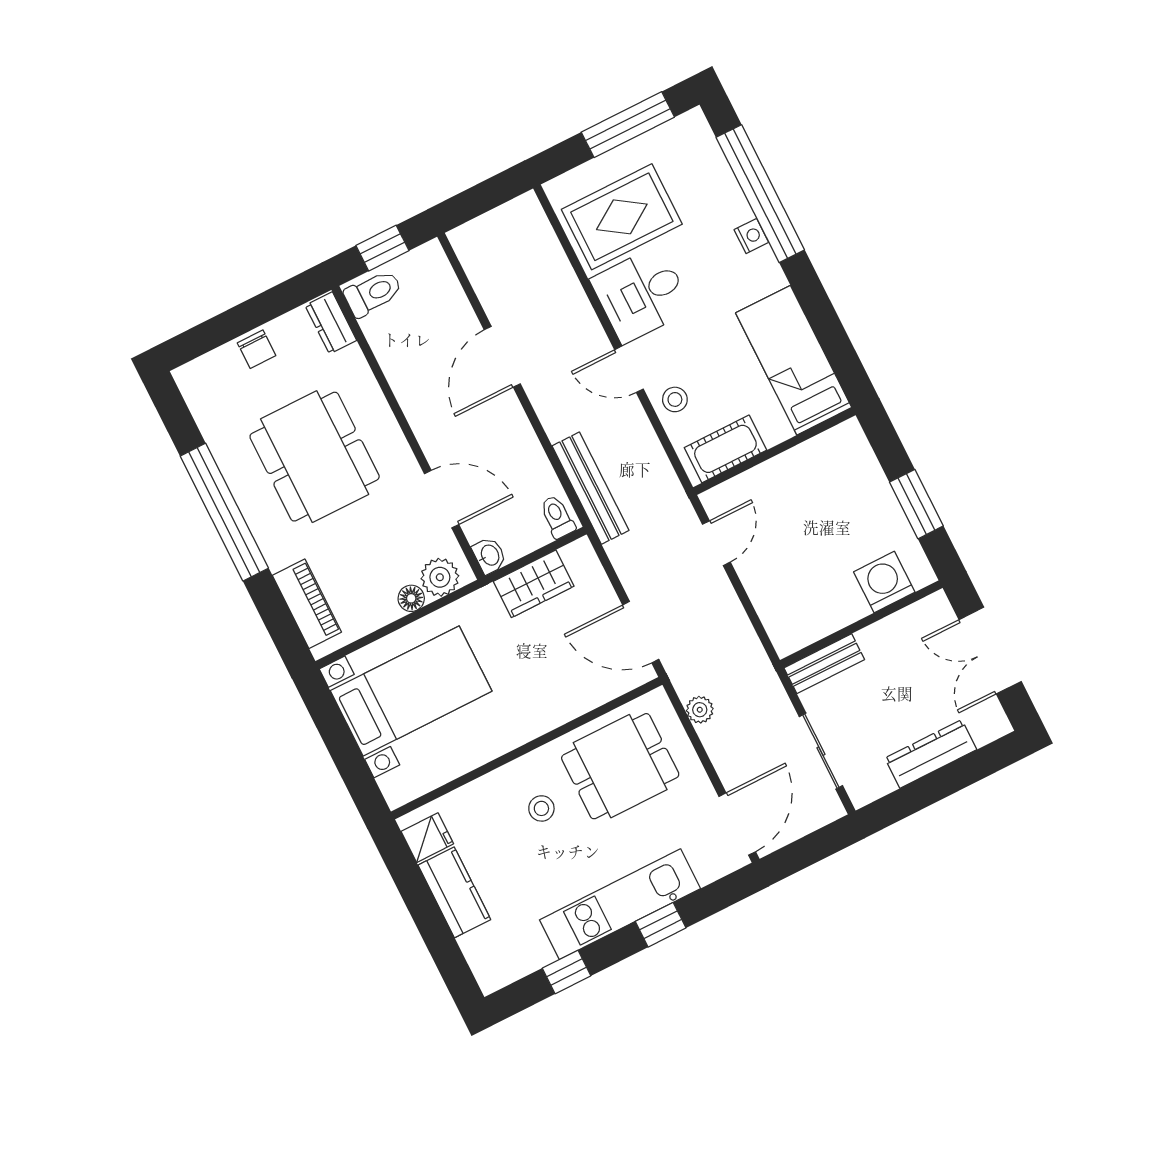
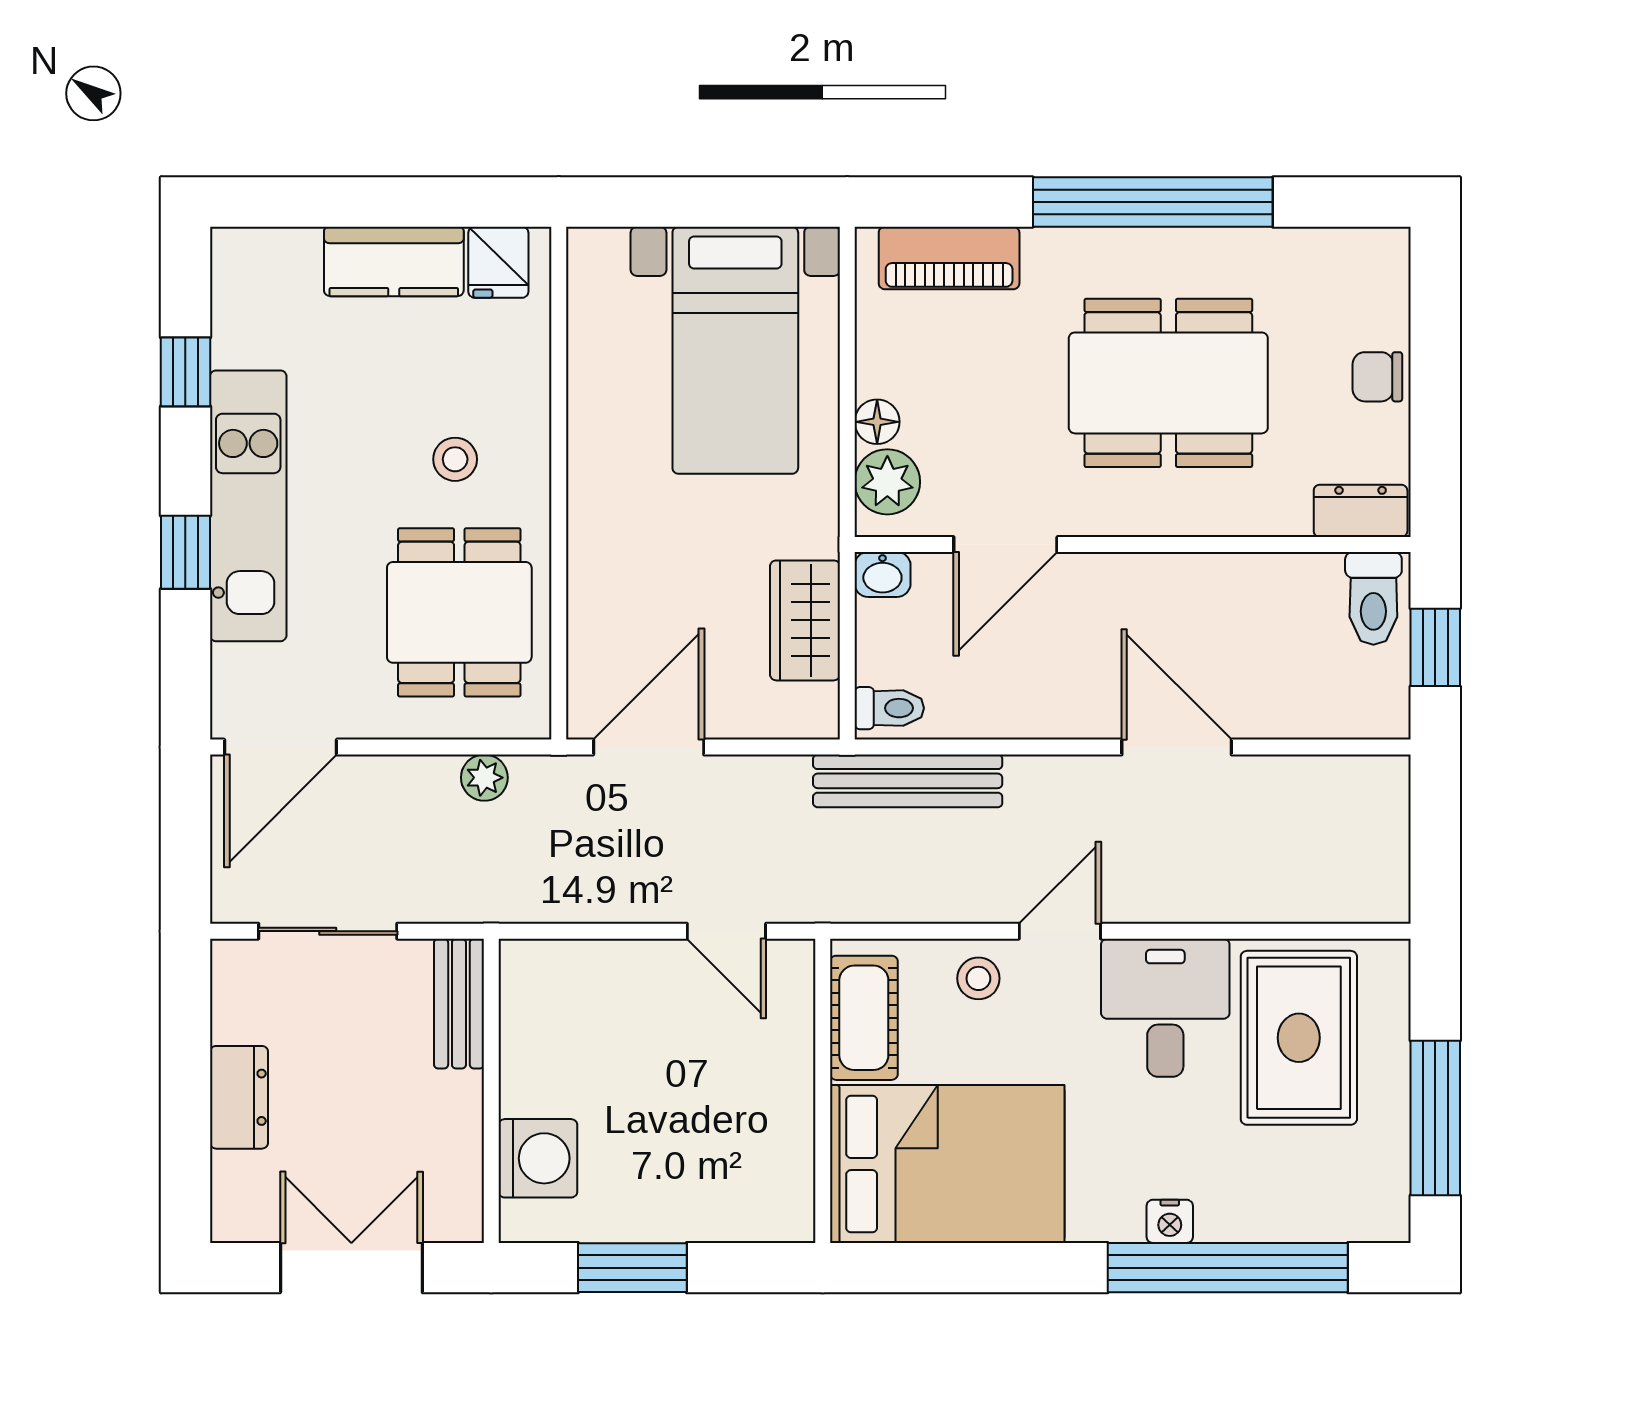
bed: (794, 360) -> (947, 1164), width x1.50
dresser: (931, 754) -> (239, 1097), width x0.70
door: (737, 824) -> (281, 747), hinge flipped

